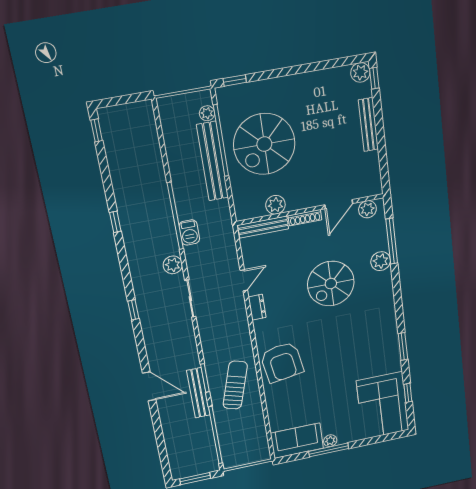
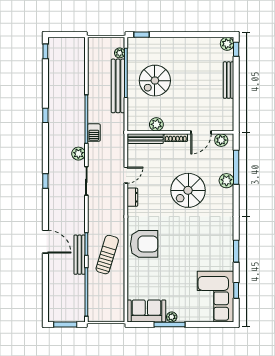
spiral stairs: (264, 144) -> (155, 81), width x0.73, depth x0.73
armchair: (282, 362) -> (144, 244), turned -81

